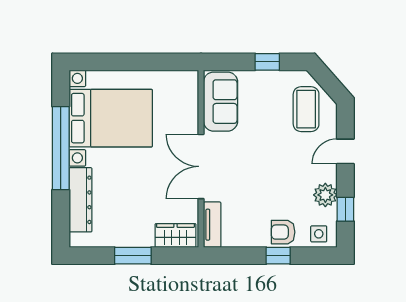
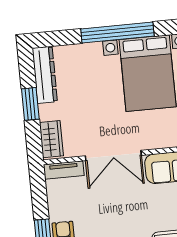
double door: (201, 166) -> (113, 156), swing flipped
dresser: (80, 200) -> (45, 75), moved, turned -90

